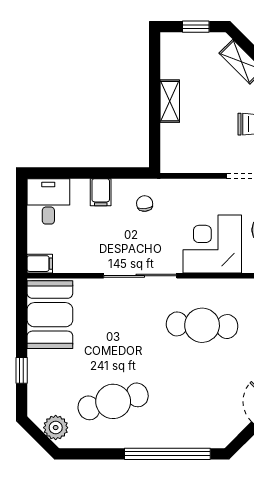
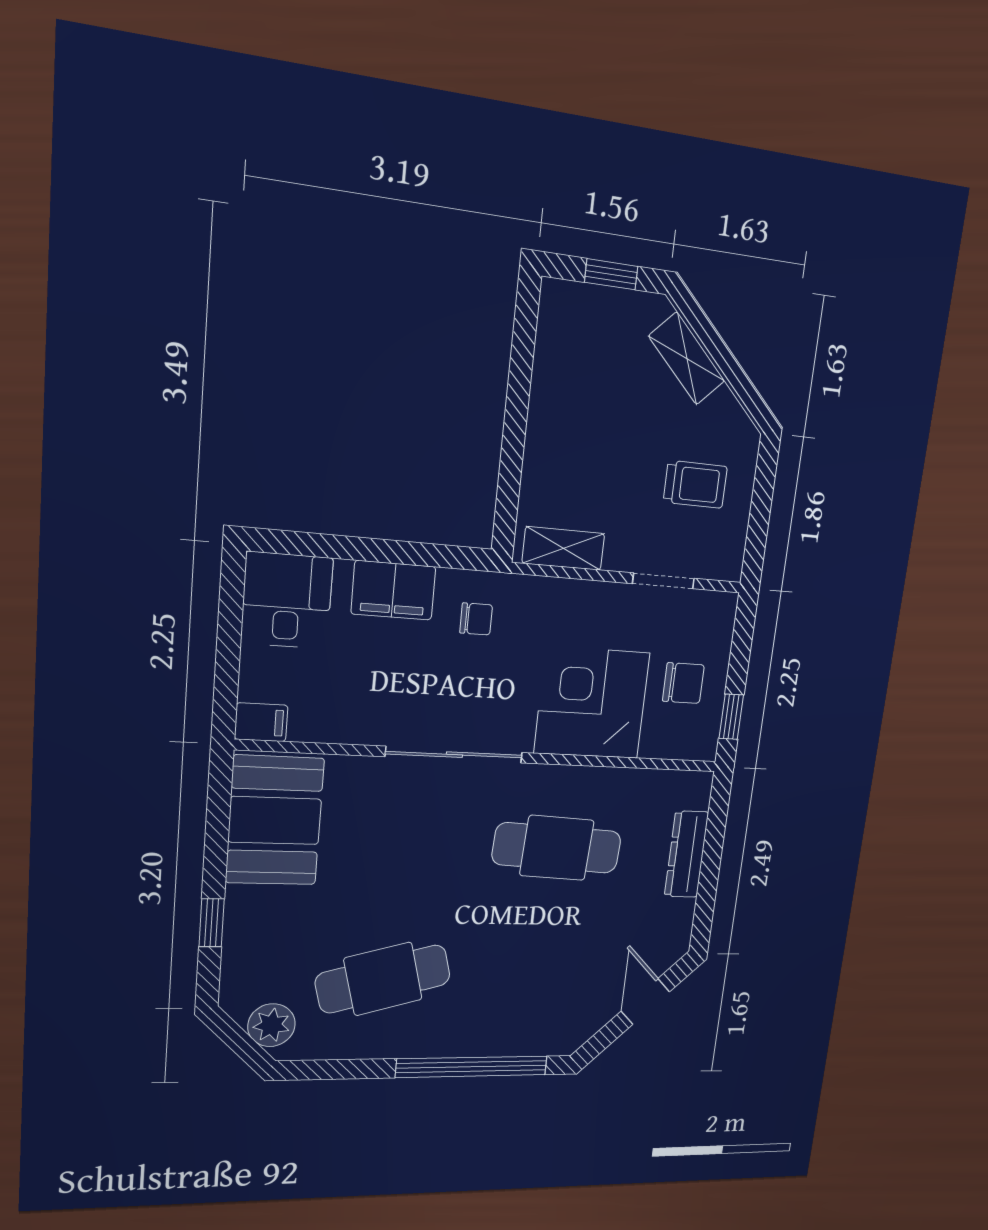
shelving: (170, 101) -> (563, 548), moved, turned 90
filing cabinet: (101, 192) -> (393, 590), width x2.00
chair: (145, 204) -> (476, 619), turned 96

